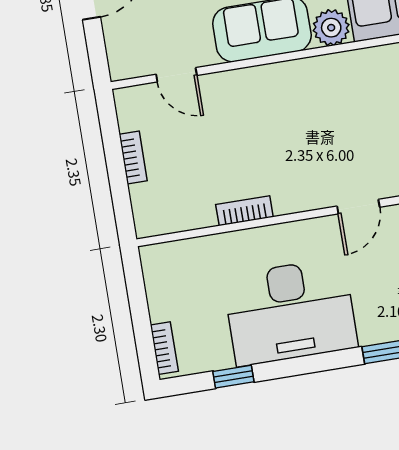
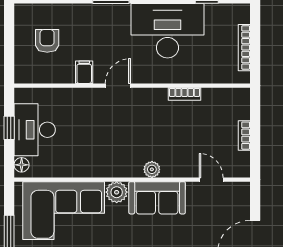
plant: (278, 76) -> (152, 169), added
bookcase: (164, 348) -> (244, 48), moved, width x1.56

